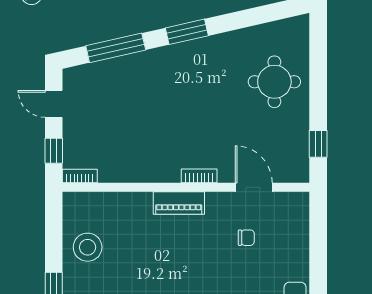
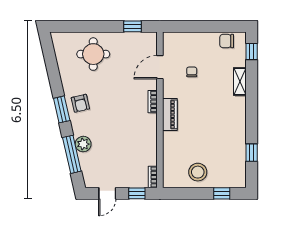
armchair: (197, 61) -> (80, 103), added
plant: (132, 66) -> (83, 144), added

